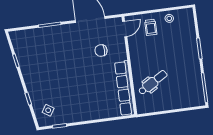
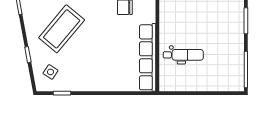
coffee table: (52, 75) -> (62, 29), added
dental chair: (153, 82) -> (183, 55), turned 31

